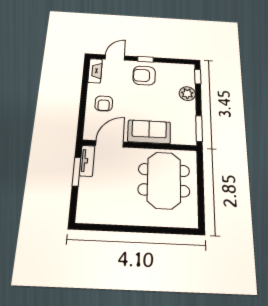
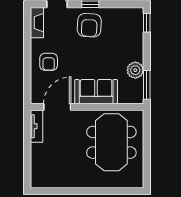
armchair: (144, 76) -> (89, 25), turned -87
plant: (187, 94) -> (135, 70), moved
window: (77, 172) -> (27, 138), removed

